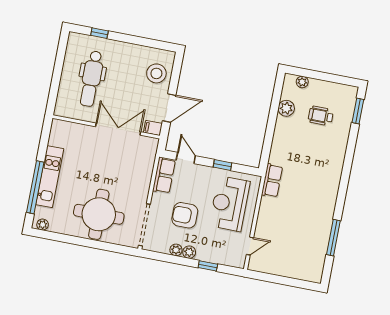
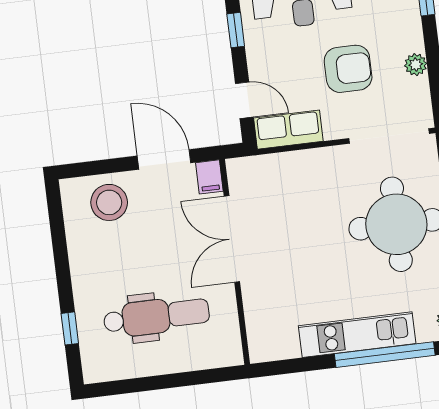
door: (186, 158) -> (244, 100), swing flipped
armchair: (185, 215) -> (348, 69), turned -90
plant: (189, 252) -> (412, 39), removed

